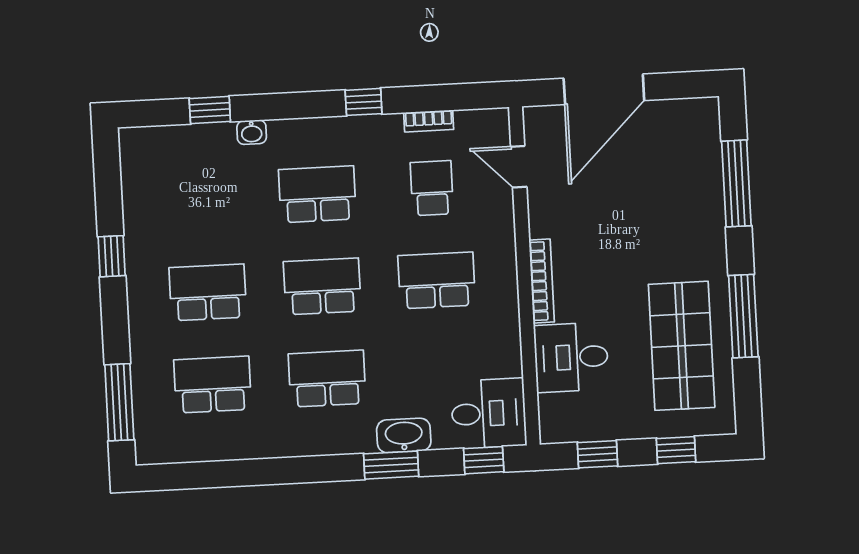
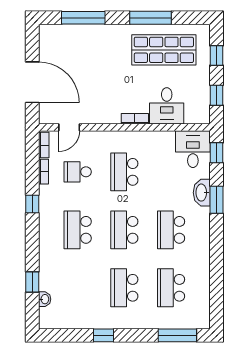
bookcase: (481, 119) -> (44, 145), added
washbasin: (252, 132) -> (45, 299), moved
bookcase: (542, 281) -> (135, 119), width x0.64

